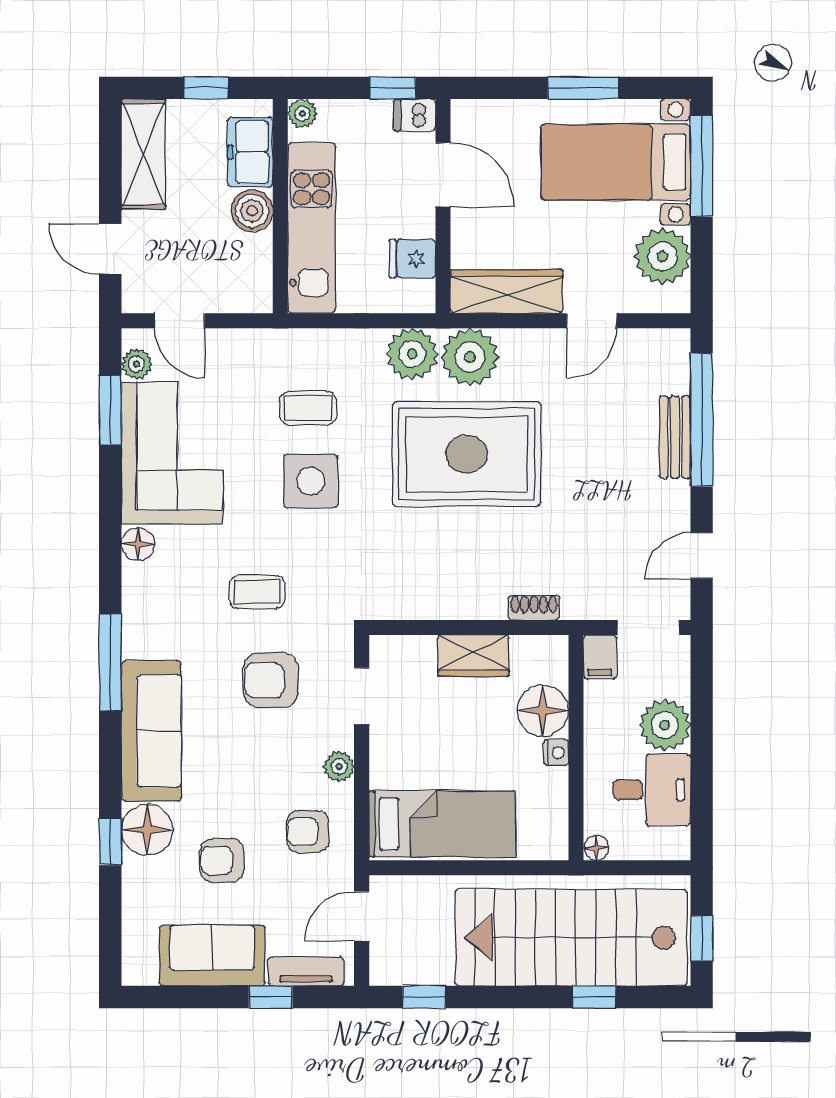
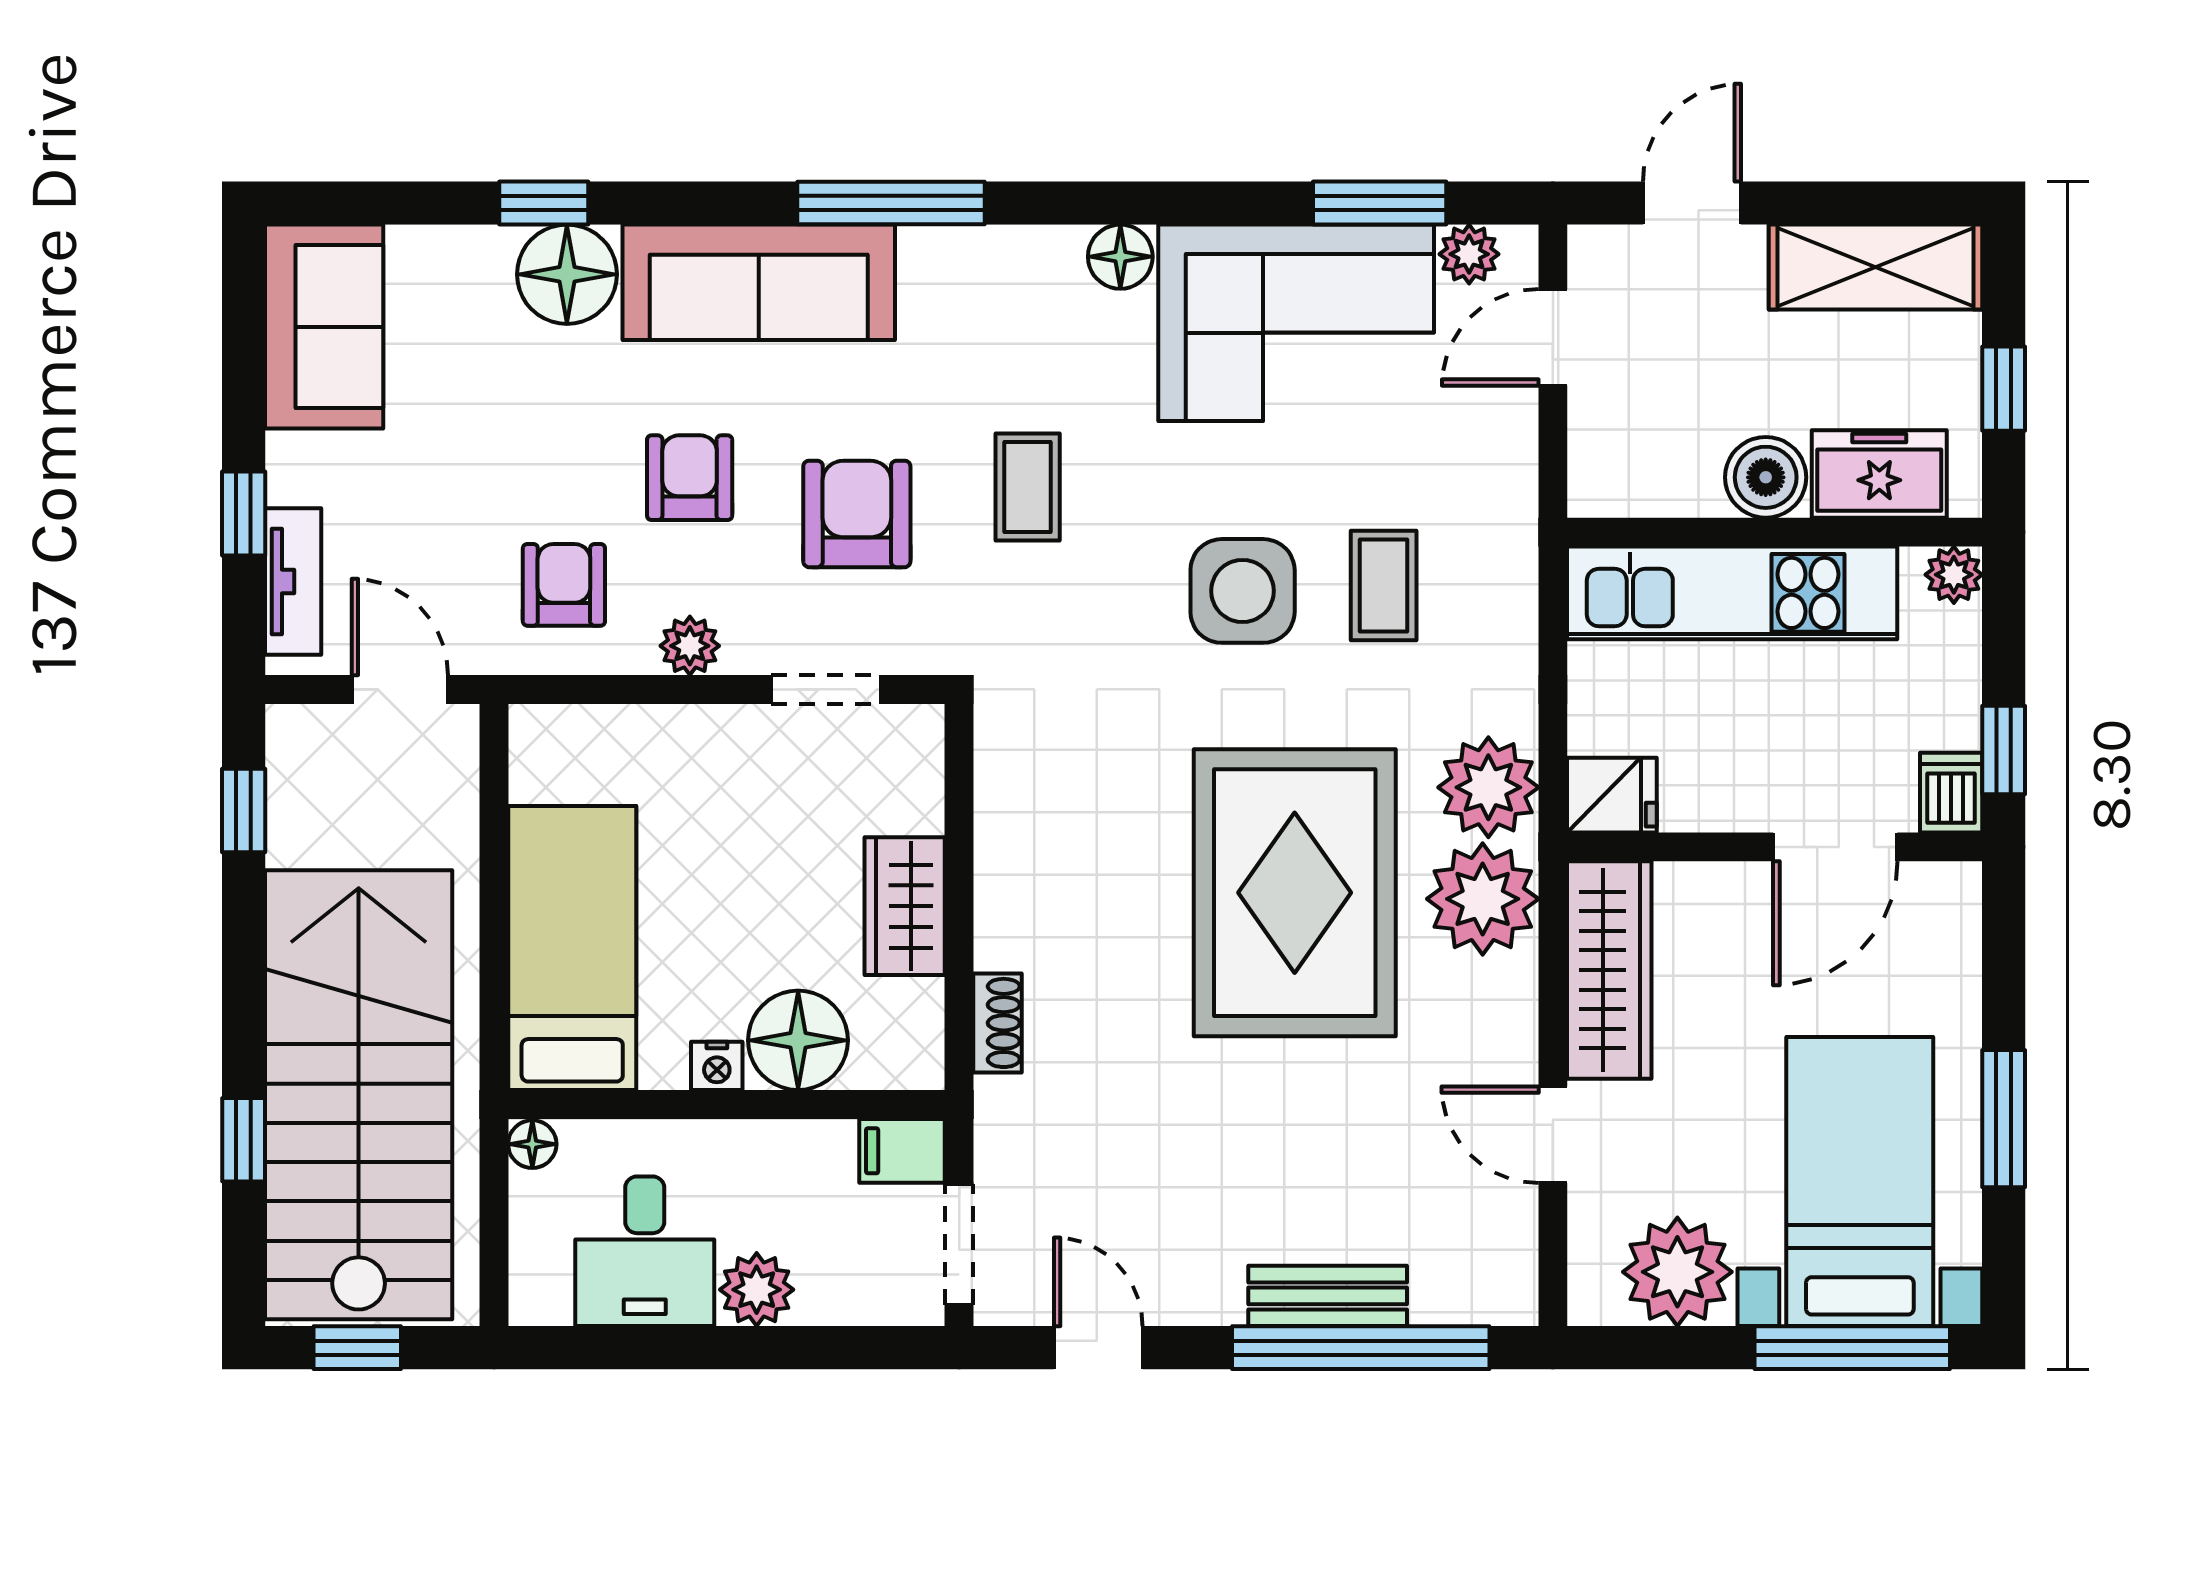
fridge: (412, 259) -> (1612, 795), moved, turned 90
plant: (665, 725) -> (757, 1290), width x0.73, depth x0.73
bed: (442, 824) -> (572, 948), moved, turned 180
armchair: (222, 860) -> (690, 478), moved
sofa: (212, 955) -> (324, 327), moved

